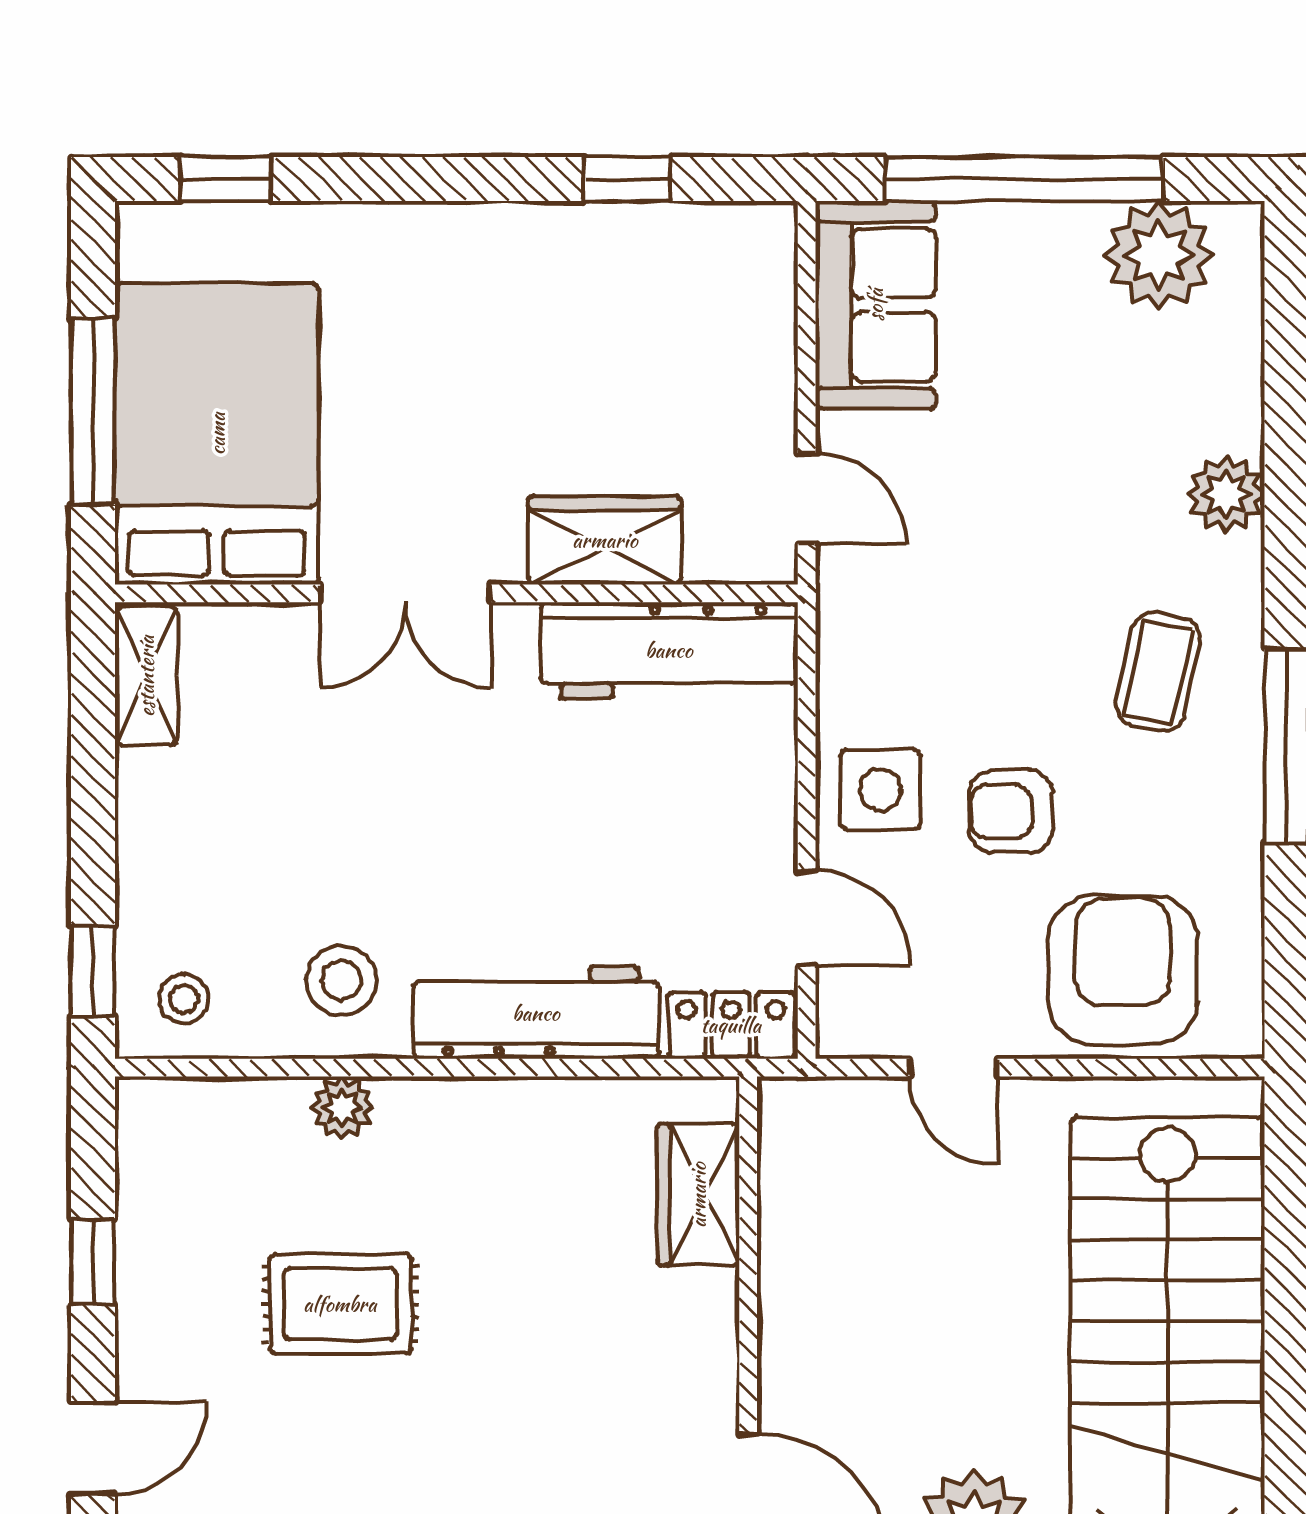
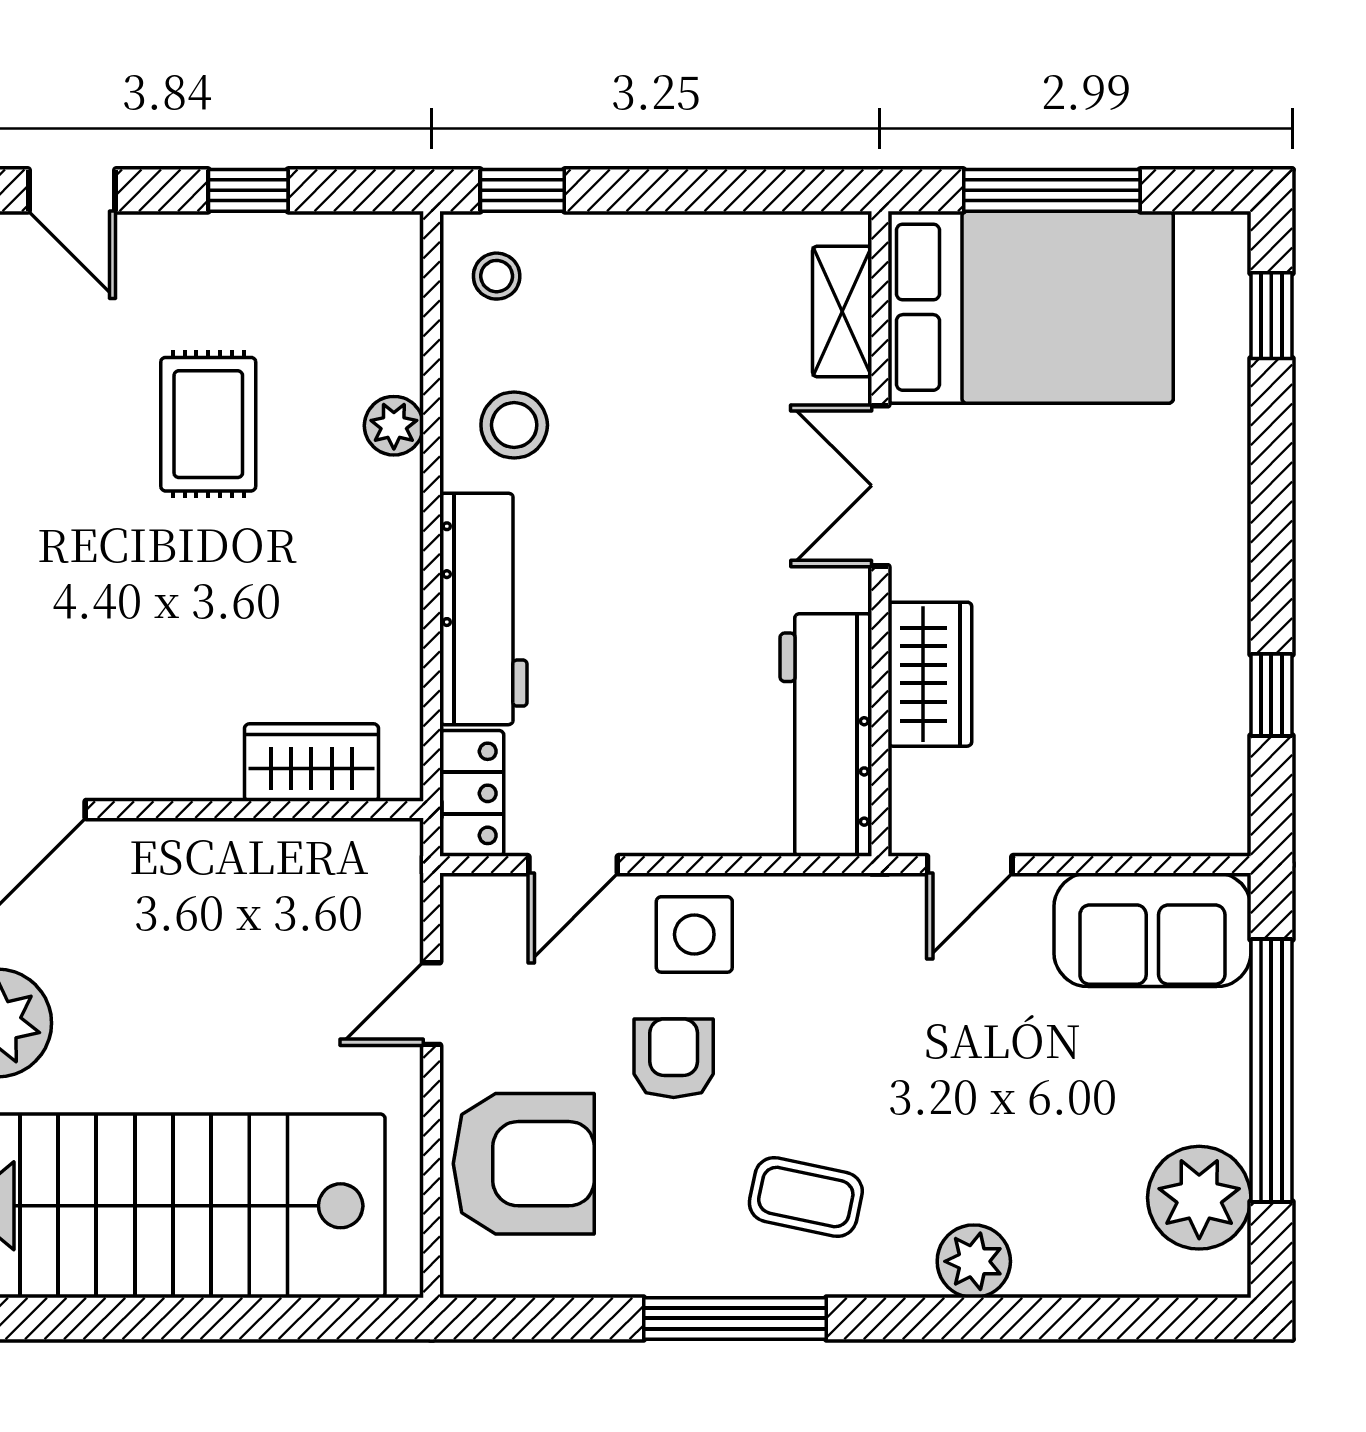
shelving: (146, 676) -> (842, 312), moved, turned 90

